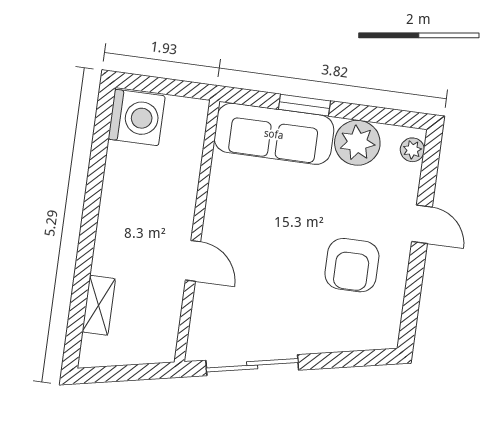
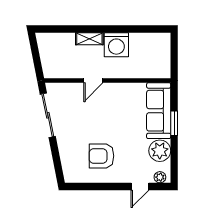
washing machine: (137, 117) -> (116, 45), moved
door: (422, 224) -> (140, 186), moved
shelving: (99, 305) -> (89, 39), moved

